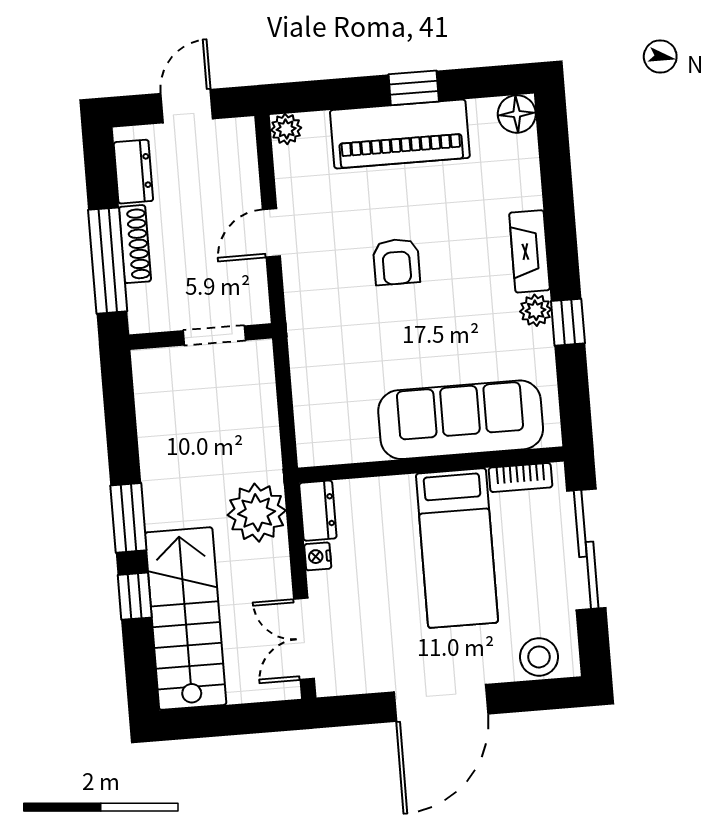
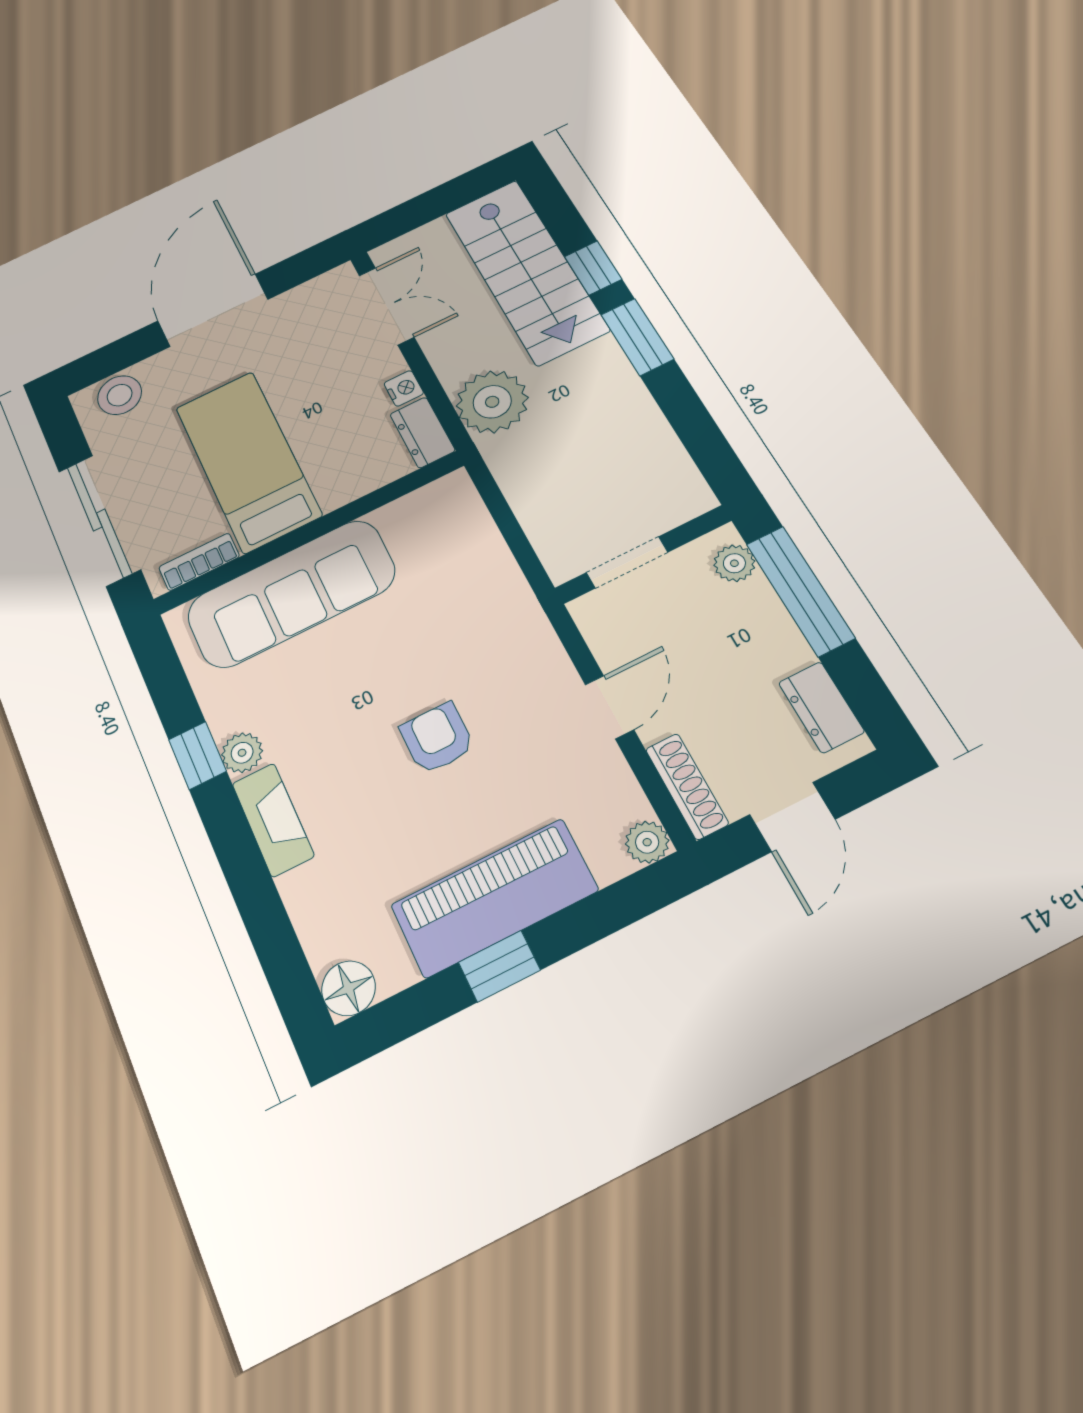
shoe rack: (135, 244) -> (687, 786), moved, turned 180
plant: (142, 301) -> (734, 563), added

